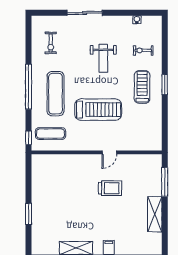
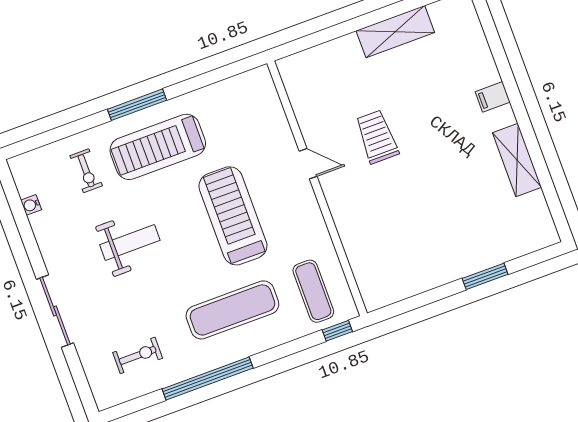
window: (165, 85) -> (137, 105), width x1.44
window: (29, 87) -> (208, 378), moved
treadmill: (142, 87) -> (158, 147), width x1.37, depth x1.38
window: (165, 182) -> (326, 35), removed

